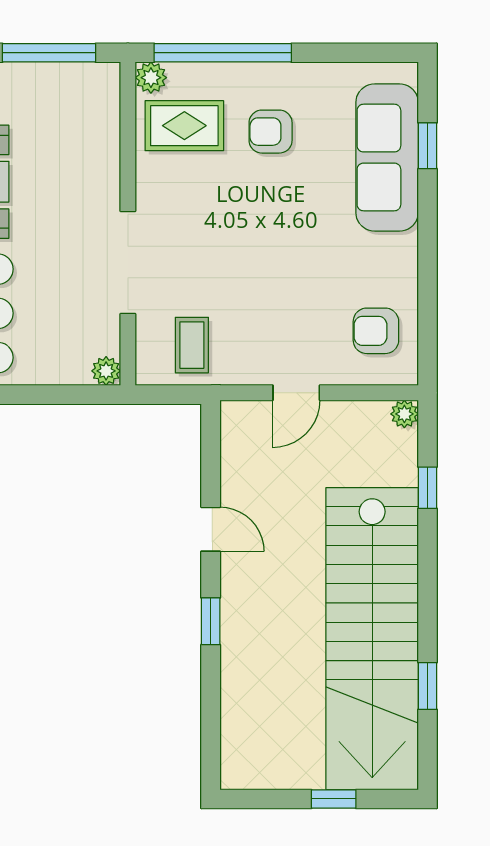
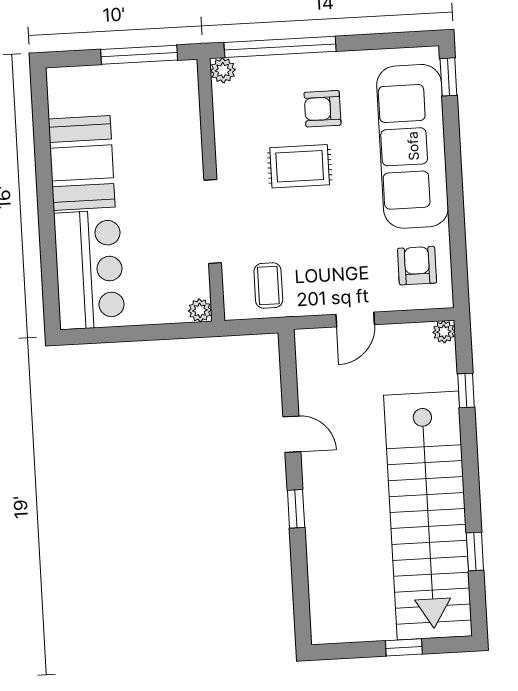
rug: (184, 126) -> (300, 166), moved
window: (428, 146) -> (448, 77), moved
sofa: (387, 158) -> (413, 146), width x1.36, depth x1.27
armchair: (376, 331) -> (417, 266), turned 90

